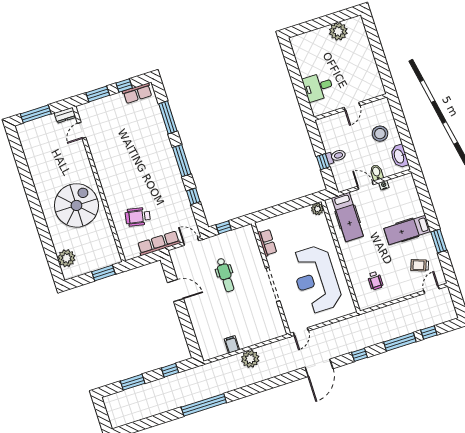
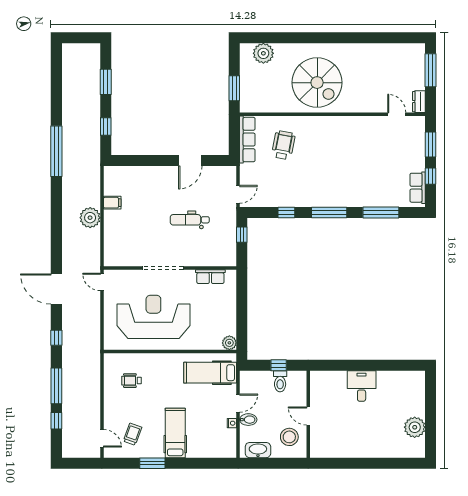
wall: (351, 107) -> (308, 414), moved
door: (352, 107) -> (308, 416), moved
row of seats: (159, 243) -> (247, 140), moved

